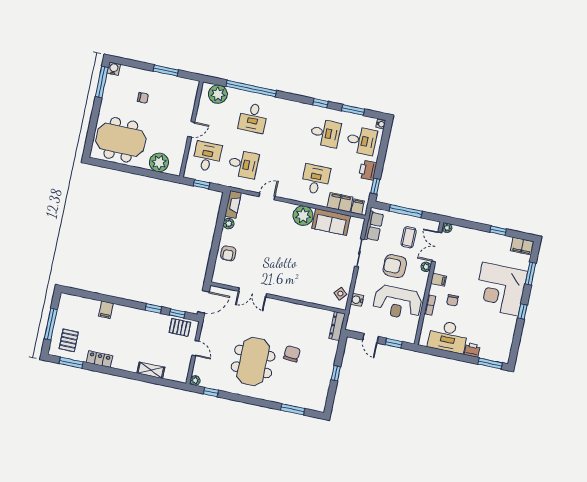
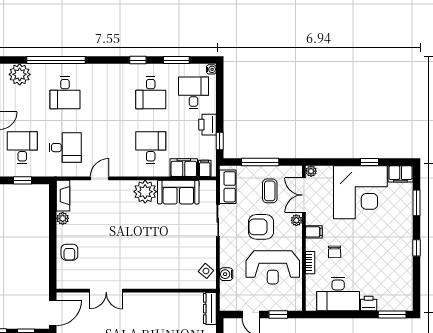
desk: (325, 133) -> (151, 93), turned 90
desk: (362, 141) -> (193, 93), turned -90
corner desk: (500, 289) -> (360, 192), moved, turned -90

